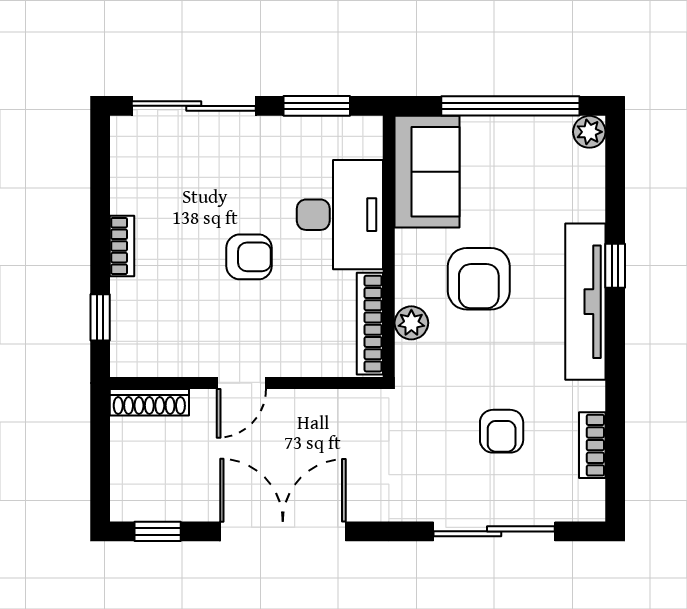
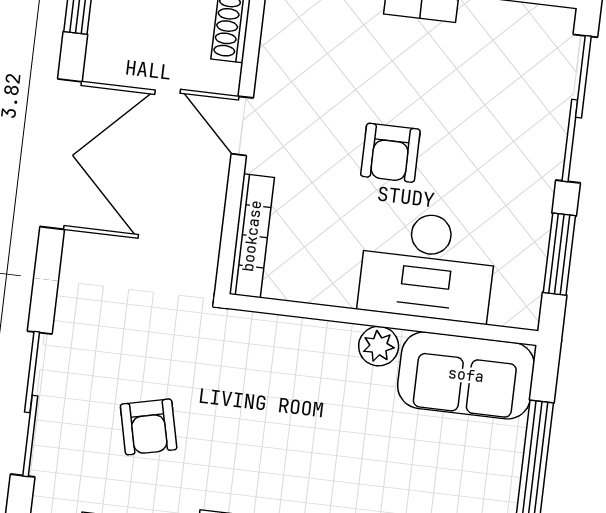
armchair: (479, 279) -> (332, 422), removed
plant: (411, 323) -> (379, 346), moved
bookcase: (370, 324) -> (252, 236), moved, turned 90
armchair: (502, 431) -> (149, 427), turned -103

